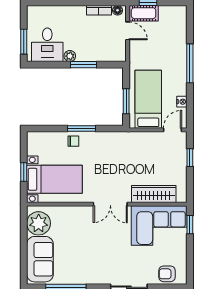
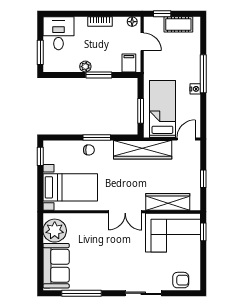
bookcase: (99, 10) -> (100, 22), moved
cot: (144, 13) -> (178, 24), moved
desk: (47, 45) -> (58, 33), moved, turned 180
filing cabinet: (114, 52) -> (129, 63), added
nightstand: (182, 102) -> (195, 89), moved
wardrobe: (128, 141) -> (143, 150), added
window: (190, 158) -> (203, 179), moved
window: (24, 172) -> (40, 156), moved
armchair: (167, 274) -> (181, 280), turned 180

